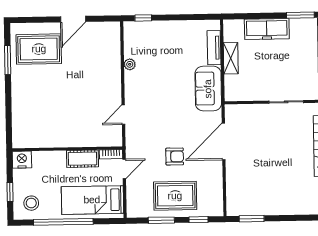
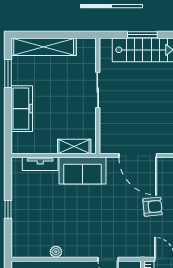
window: (143, 18) -> (8, 209), moved
shelving: (231, 58) -> (74, 147), moved
armchair: (175, 156) -> (153, 207), turned 85

